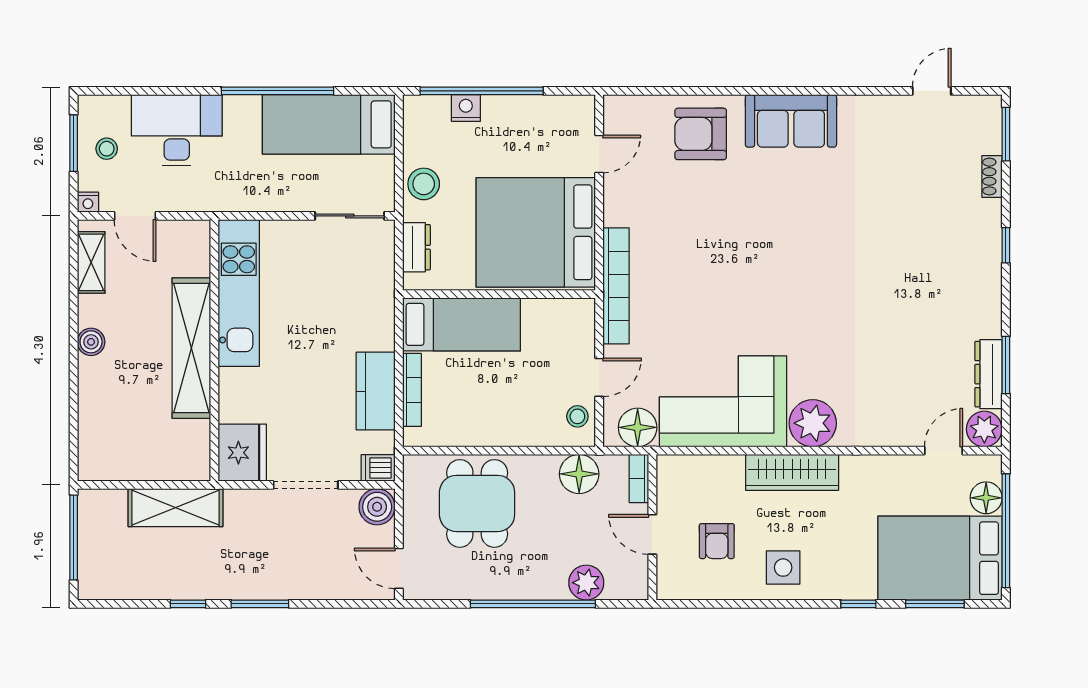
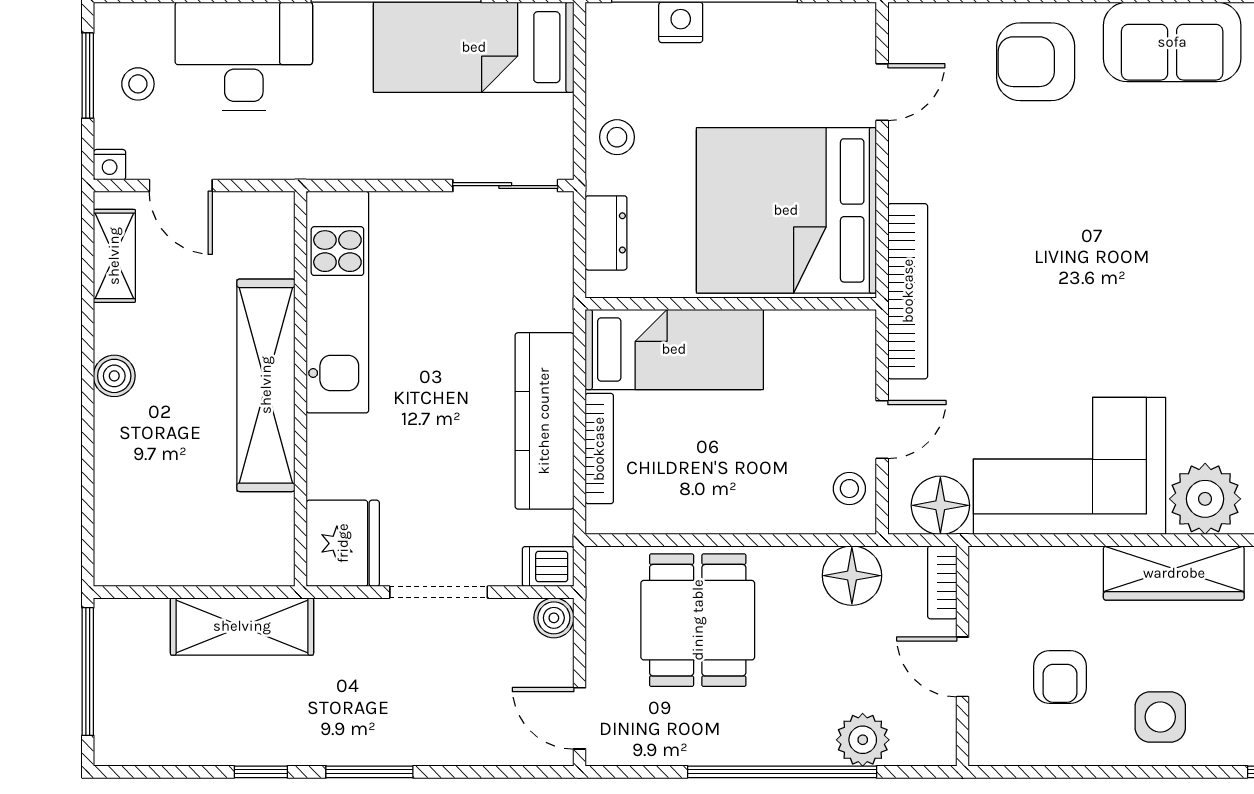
stool: (424, 184) -> (617, 137), width x0.73, depth x0.73
kitchen counter: (376, 391) -> (544, 421), width x1.50
boiler: (377, 507) -> (554, 618), width x0.73, depth x0.73

